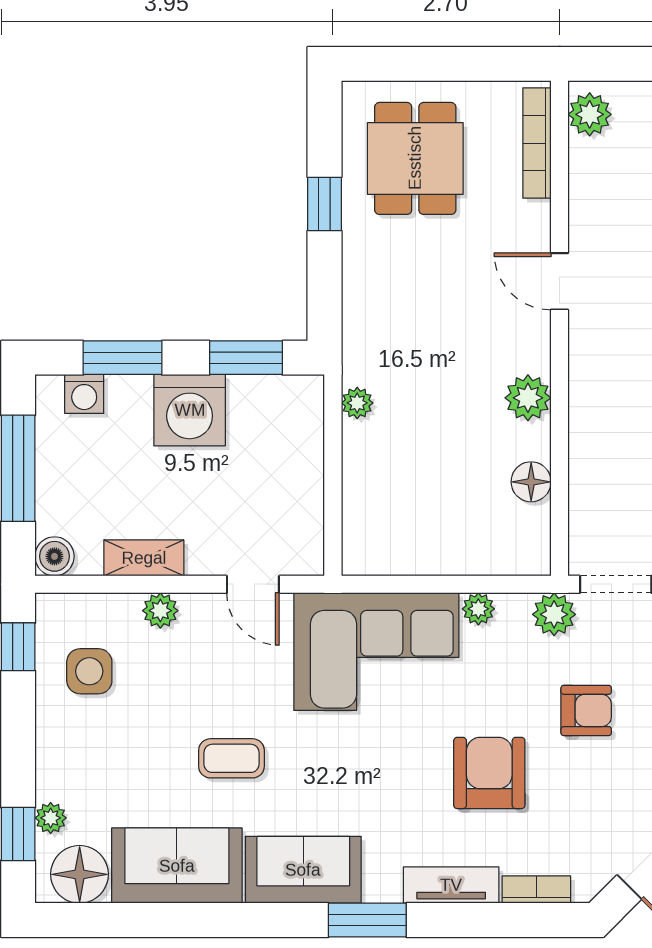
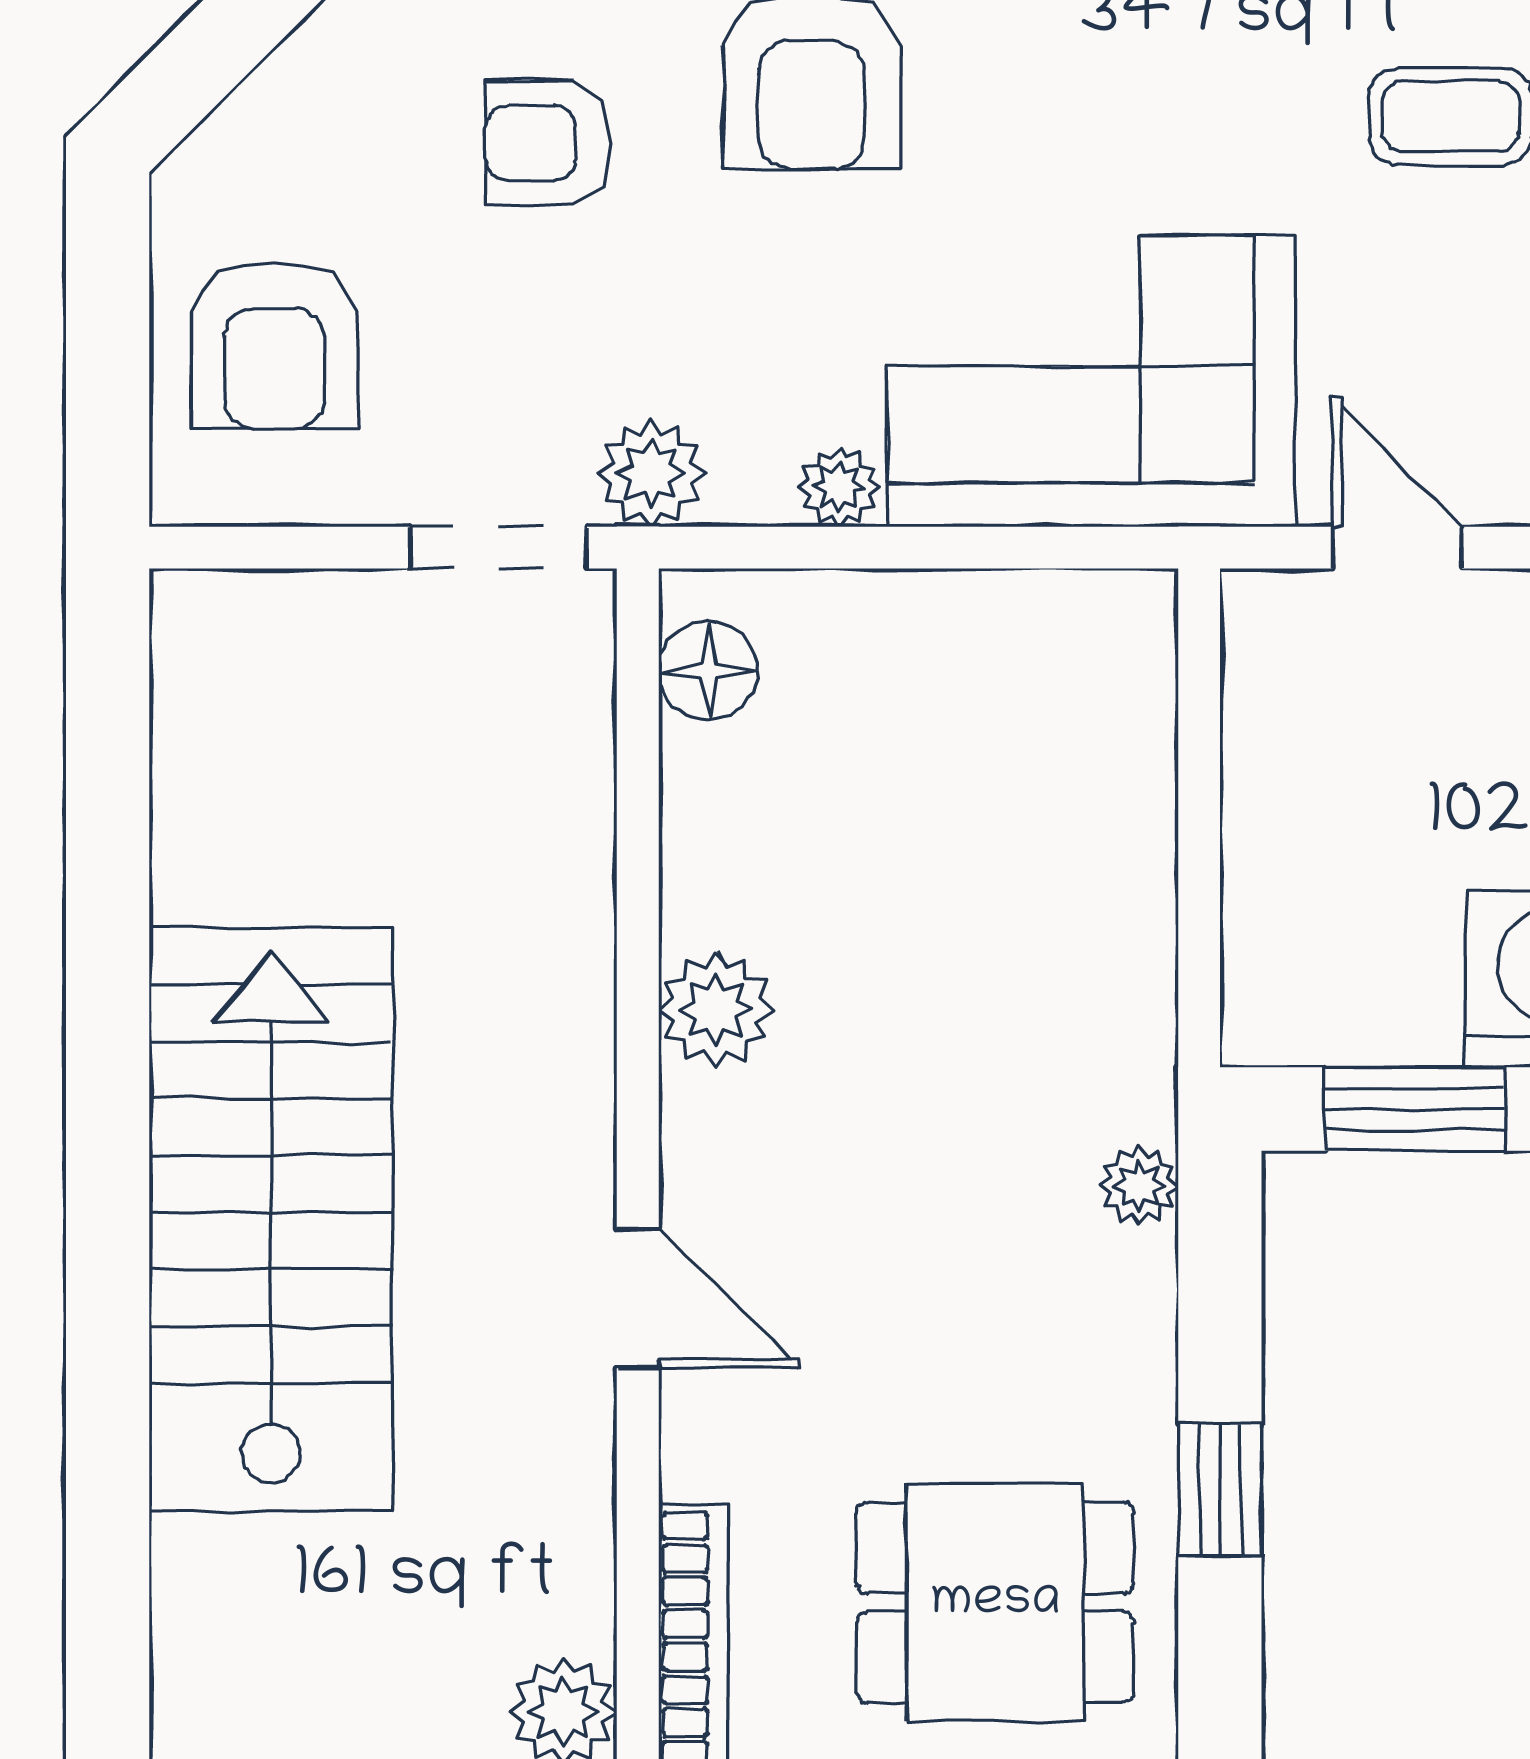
dining table: (415, 158) -> (995, 1602), turned 90
plant: (357, 403) -> (1139, 1186), moved
floor lamp: (531, 482) -> (708, 671), moved
armchair: (586, 710) -> (548, 143), moved

